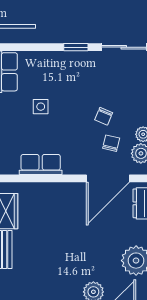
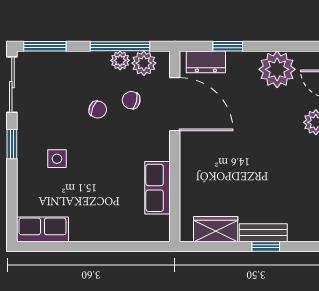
side table: (41, 107) -> (57, 159), moved

